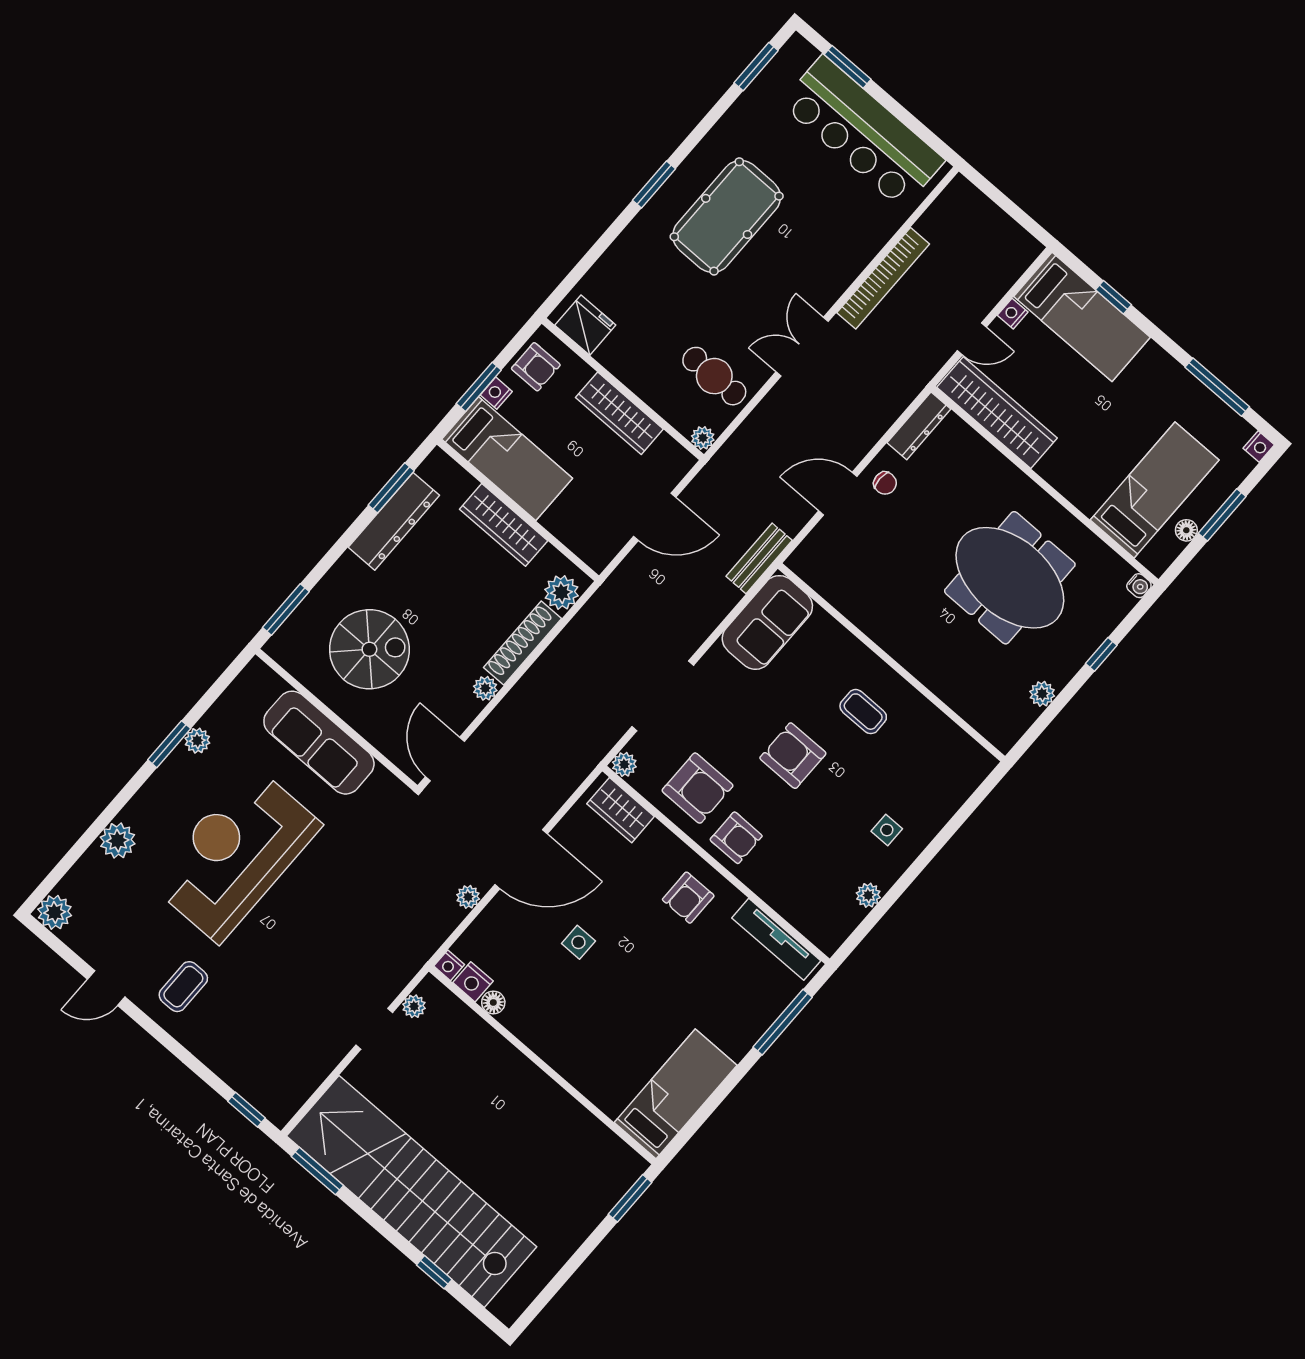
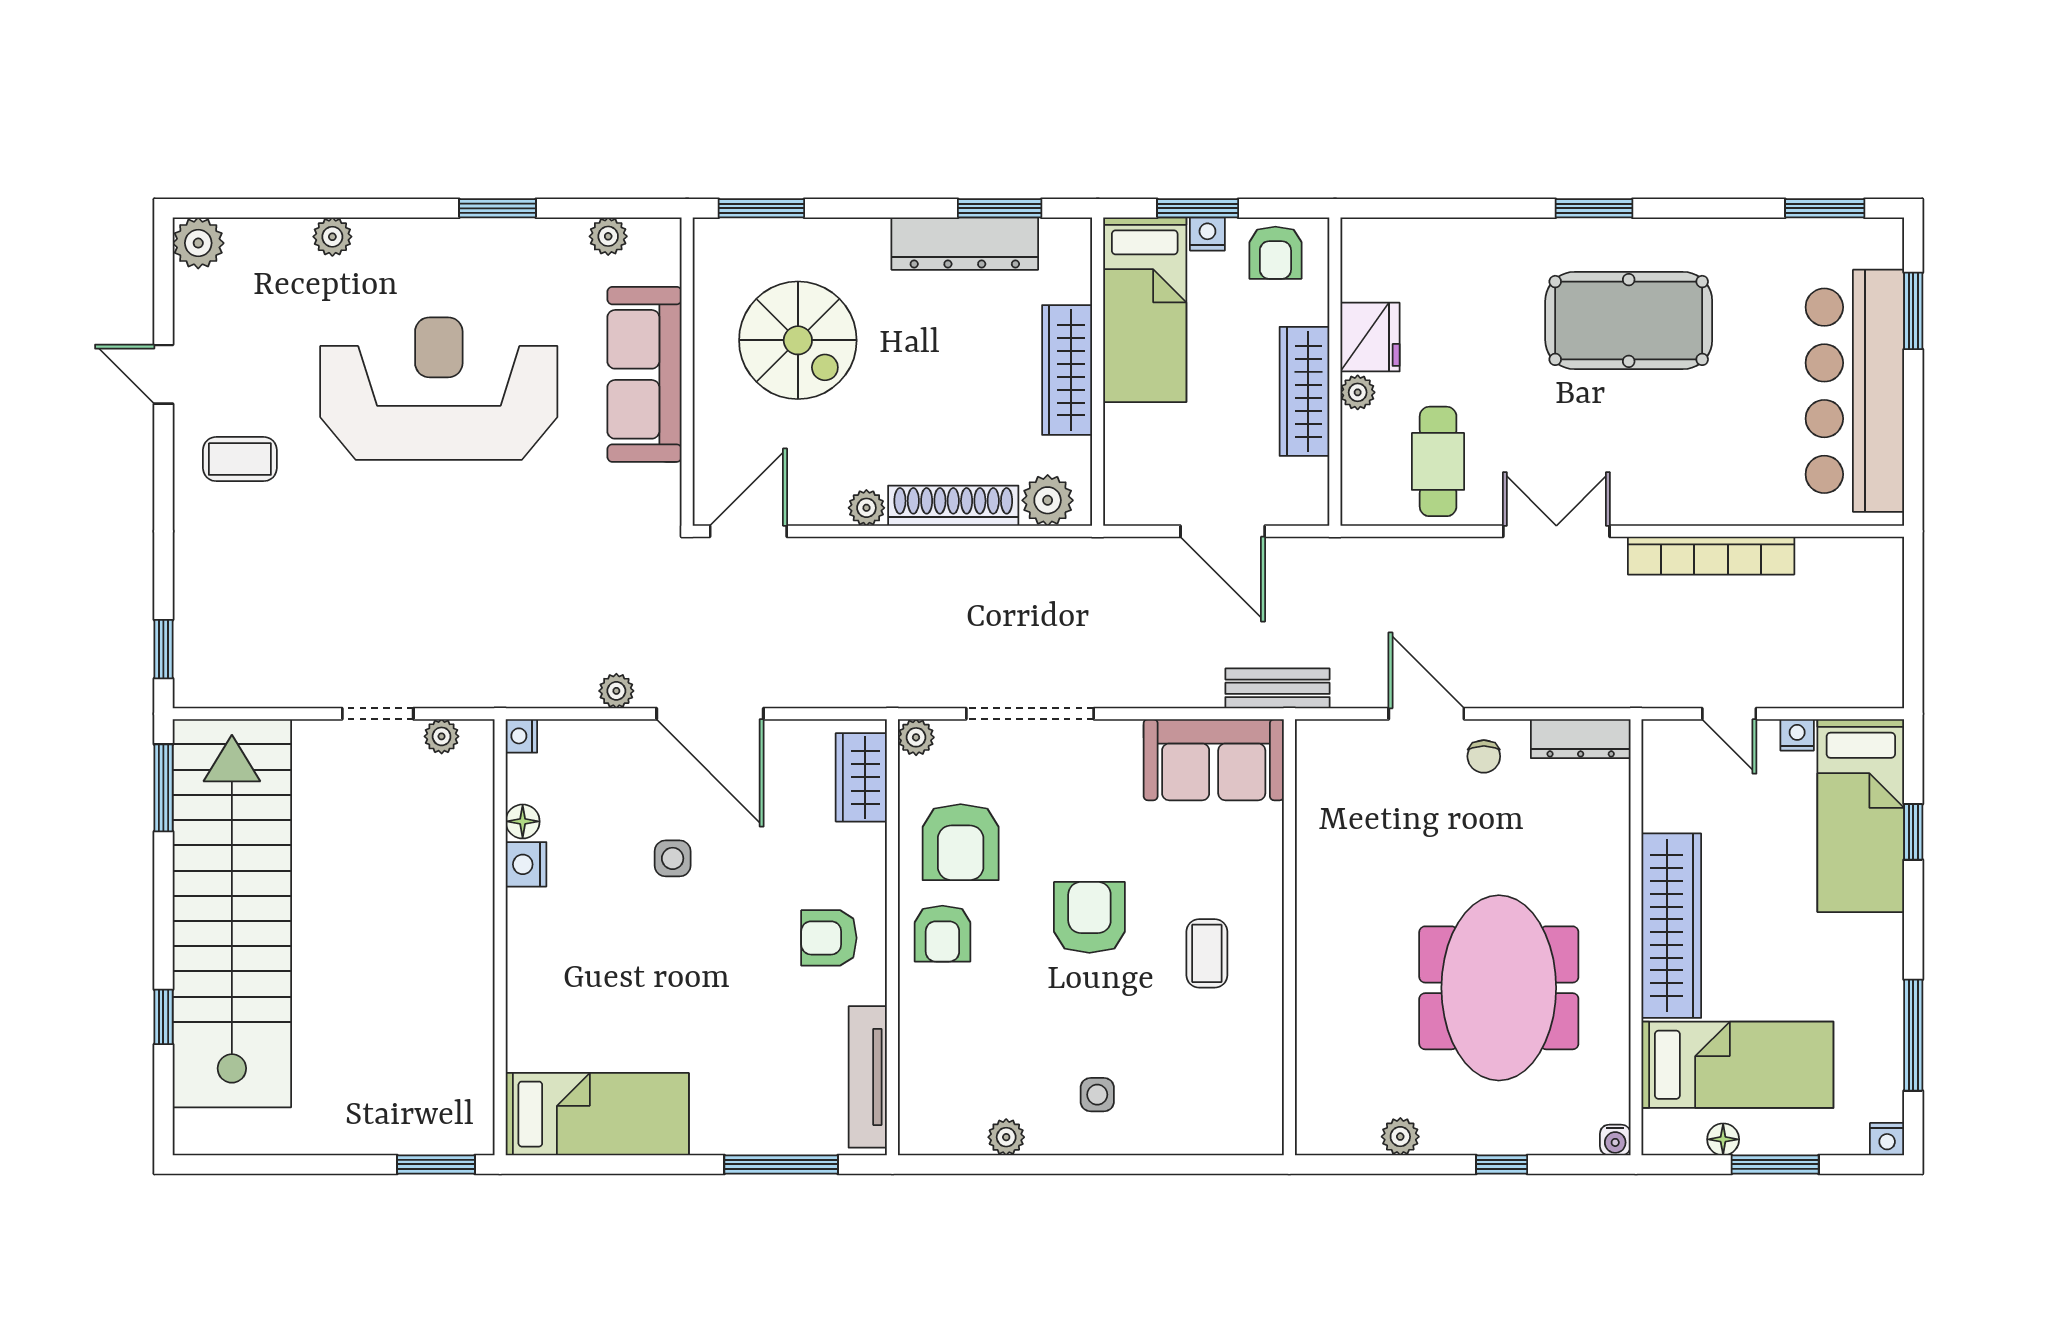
fridge: (585, 325) -> (1370, 337), moved
wardrobe: (997, 413) -> (1671, 926), moved
plant: (703, 438) -> (1358, 392), moved
plant: (197, 741) -> (608, 236), moved
plant: (118, 841) -> (332, 237), width x0.73, depth x0.73
nightstand: (473, 982) -> (526, 864), moved

